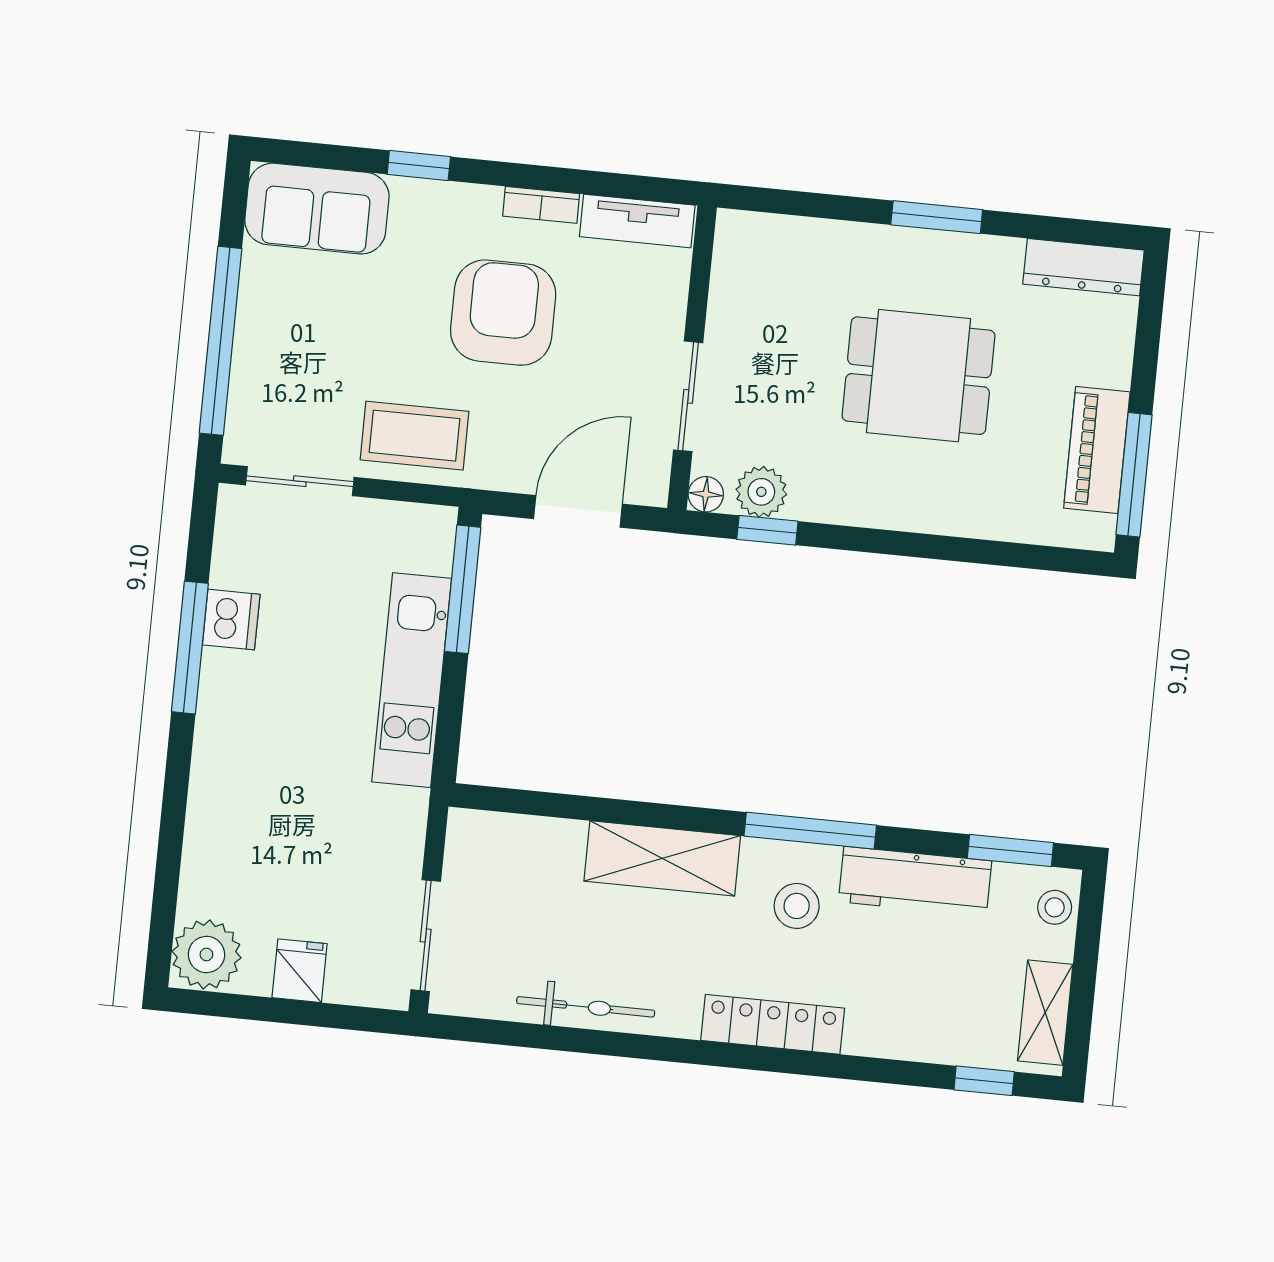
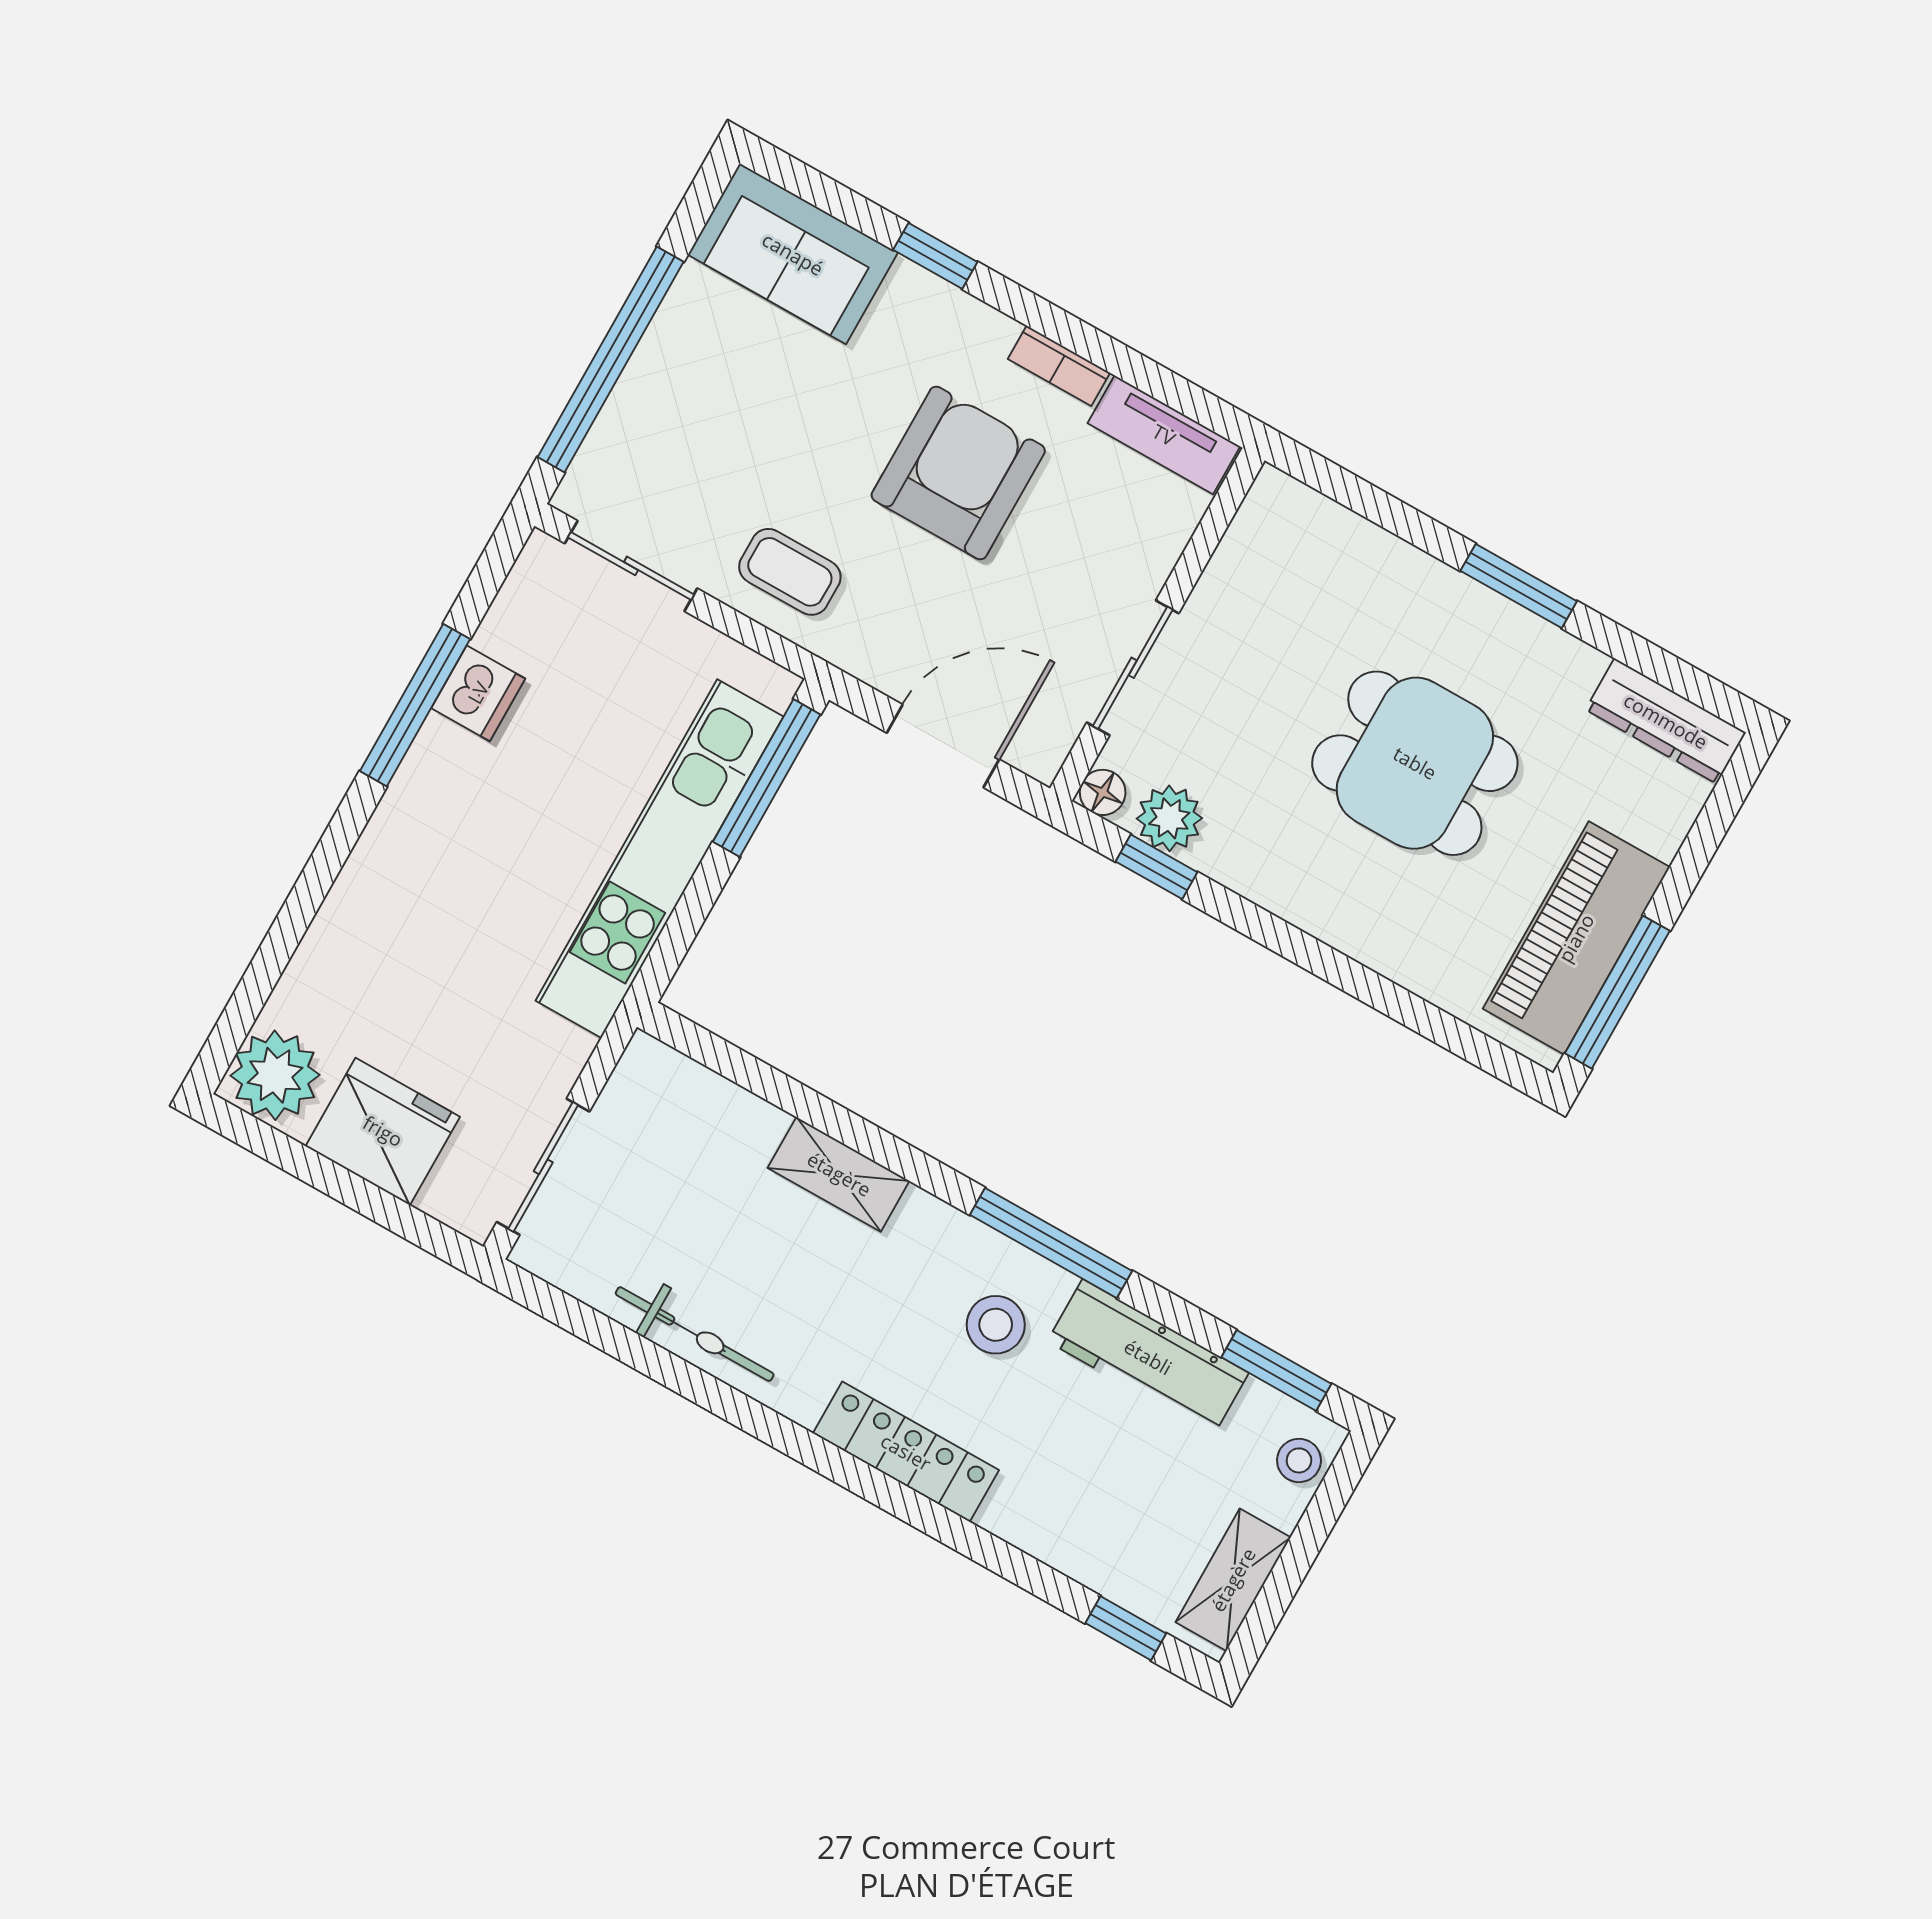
coffee table: (415, 436) -> (790, 572), width x0.73, depth x0.77
piano: (1097, 450) -> (1576, 938), width x1.37, depth x1.33
kitchen unit: (412, 680) -> (659, 859), width x1.36
shelving: (662, 858) -> (839, 1174), width x0.67, depth x0.75
fridge: (300, 971) -> (383, 1131), width x1.88, depth x1.34

